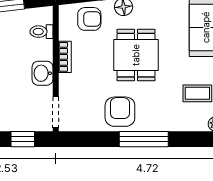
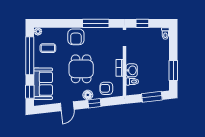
washbasin: (42, 73) -> (132, 70), moved
armchair: (120, 112) -> (76, 37), moved
window: (144, 139) -> (96, 23), moved

